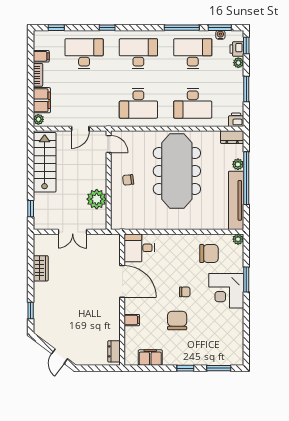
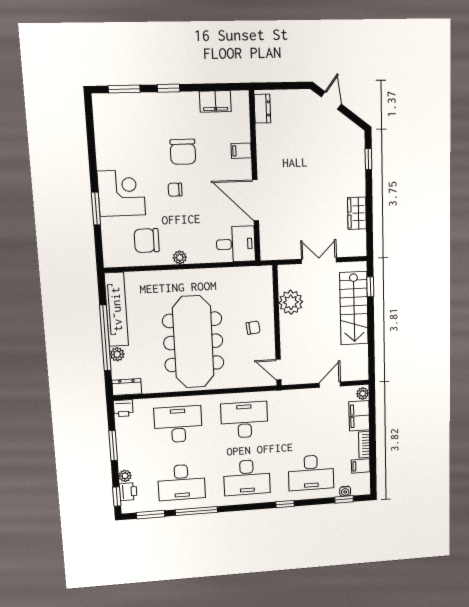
water cooler: (220, 35) -> (345, 491), moved
door: (80, 129) -> (330, 385), moved
stairs: (45, 162) -> (354, 308), moved
plant: (238, 239) -> (180, 257), moved

